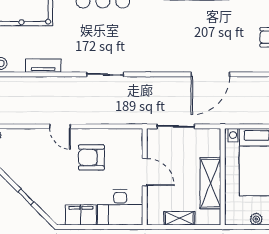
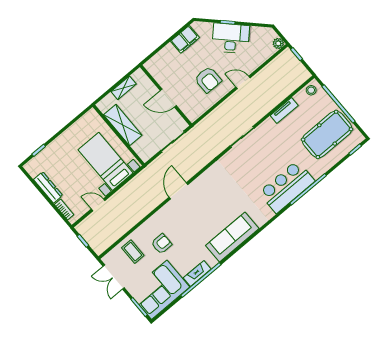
door: (210, 74) -> (179, 191), width x0.73
armchair: (91, 157) -> (208, 80), turned 90
desk: (120, 207) -> (231, 38), moved, turned 45
plant: (256, 219) -> (77, 127), removed

